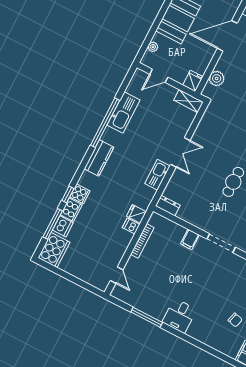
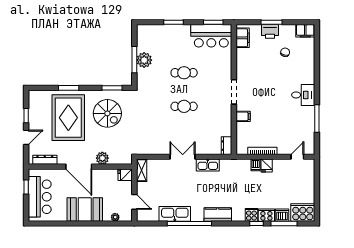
plant: (217, 78) -> (102, 158), moved
fridge: (136, 214) -> (267, 166), moved

